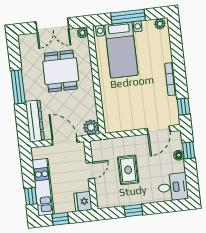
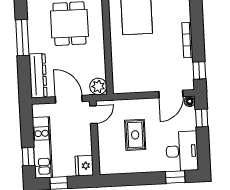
floor lamp: (179, 155) -> (190, 101), moved
door: (90, 171) -> (93, 115), moved
desk: (173, 187) -> (182, 151), width x1.37
window: (133, 210) -> (175, 177), moved

